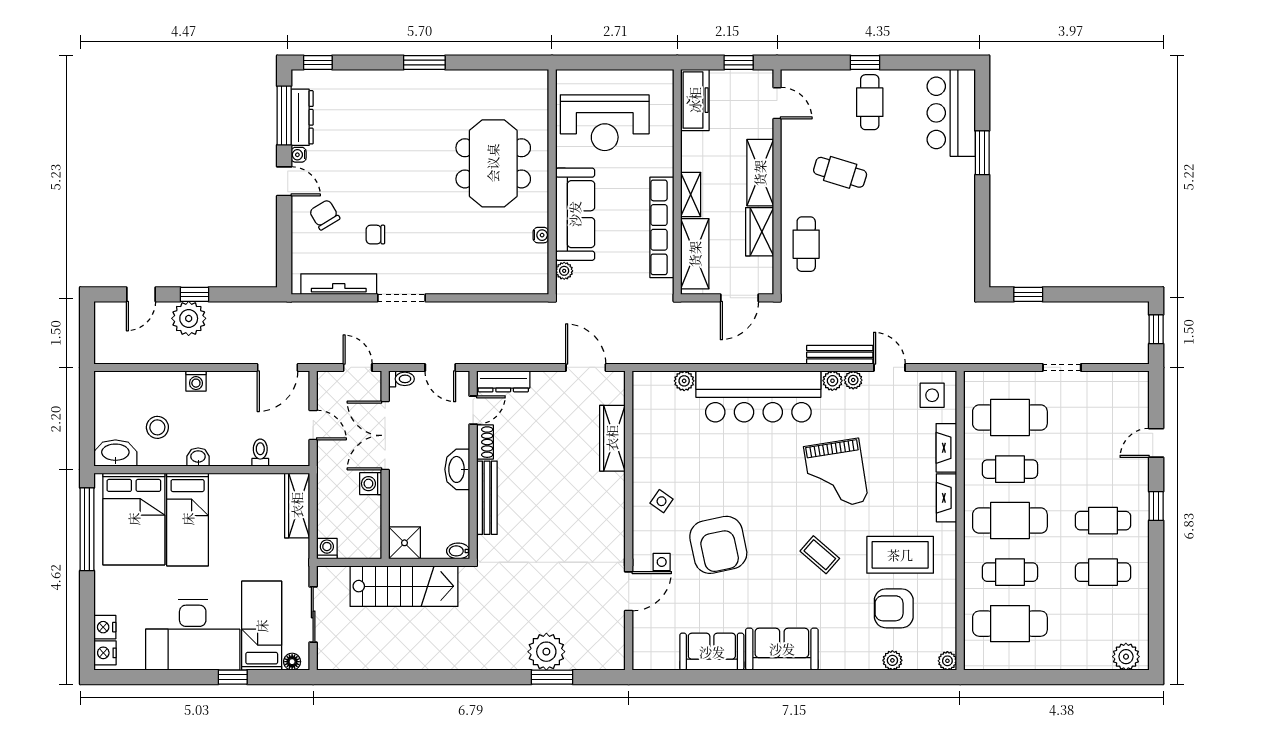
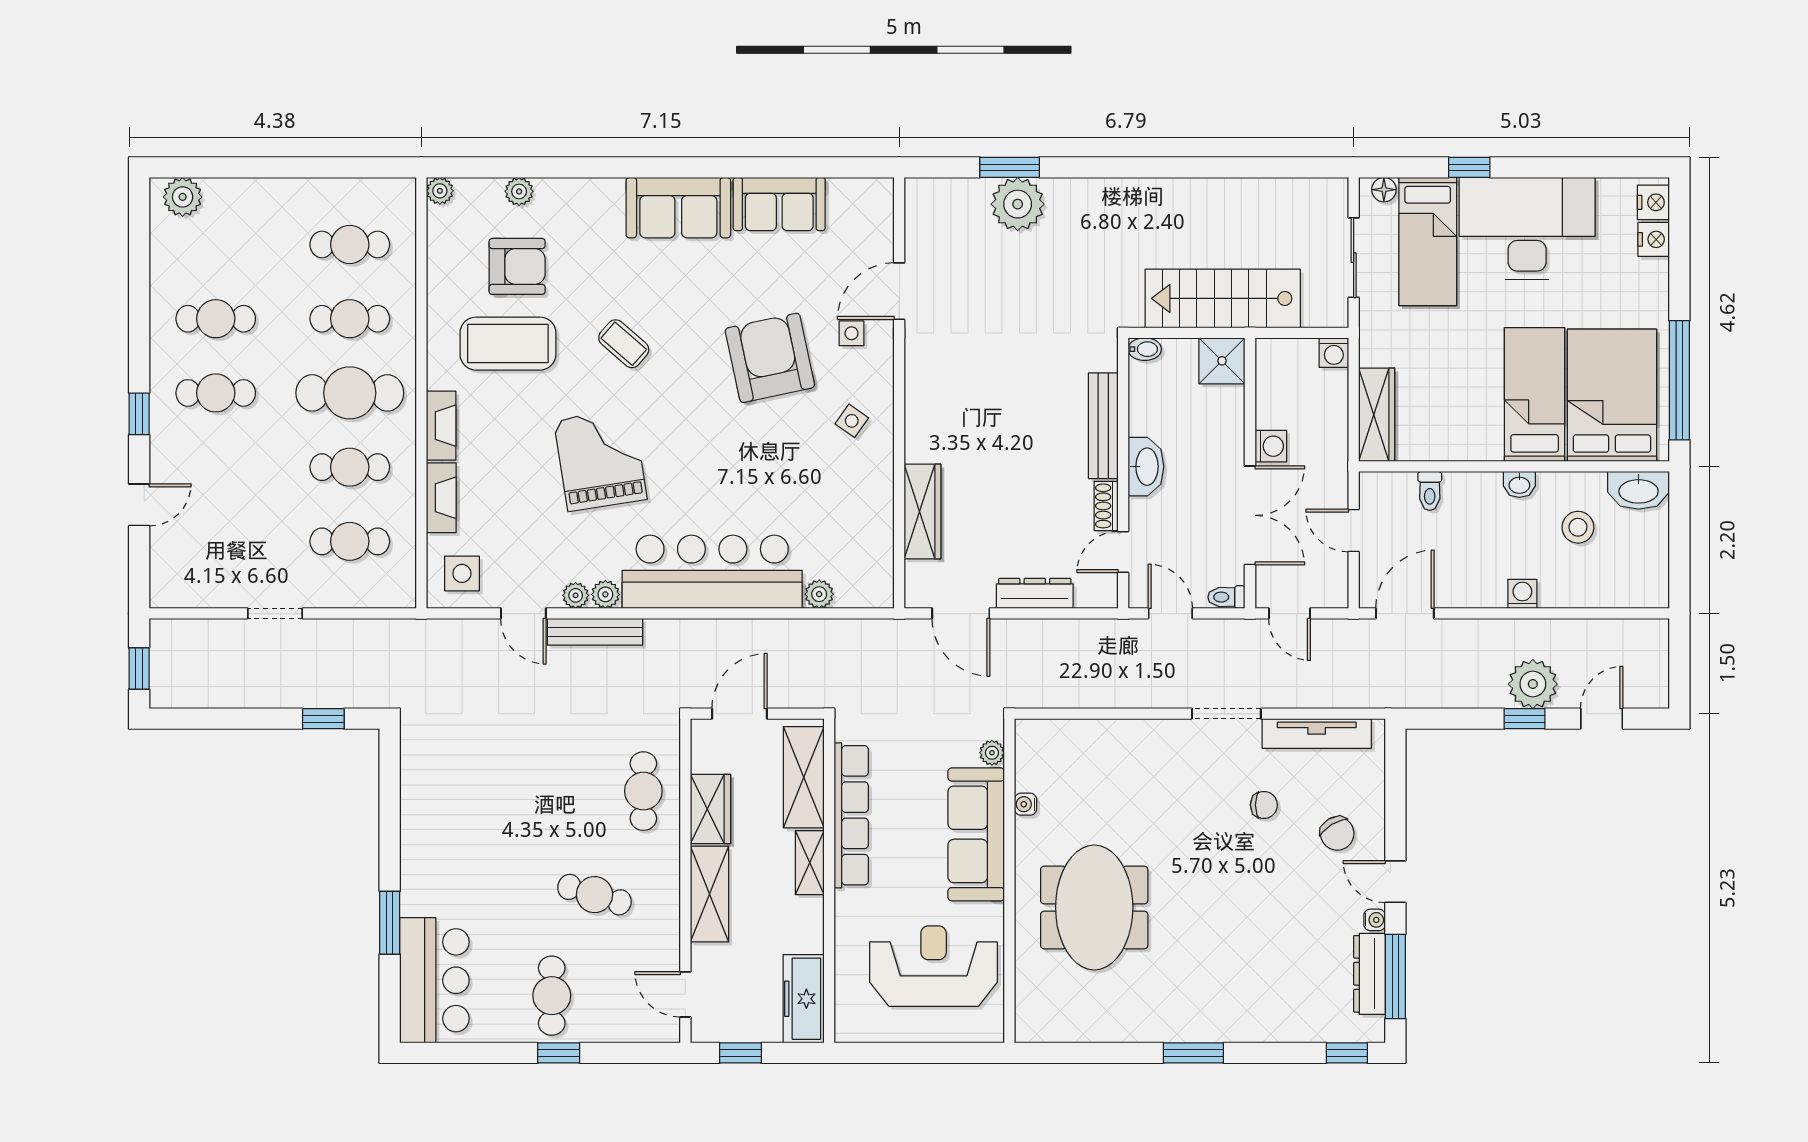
dresser: (503, 381) -> (1035, 593), moved
cafe table: (1010, 418) -> (350, 541), width x0.73, depth x0.74
cafe table: (1010, 624) -> (350, 244), width x0.73, depth x0.74

